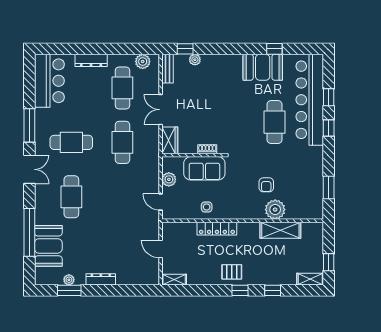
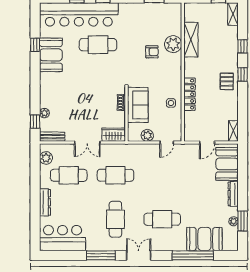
booth: (136, 272) -> (227, 164), added

